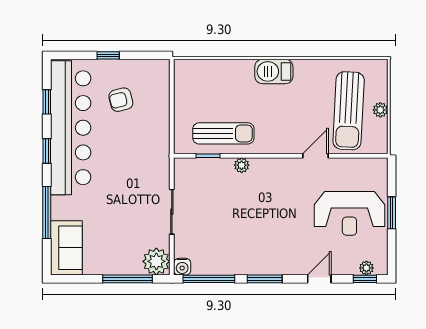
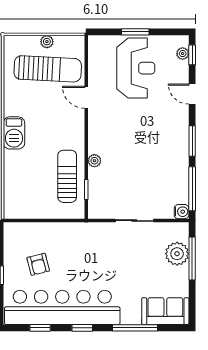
plant: (156, 261) -> (177, 254), moved

